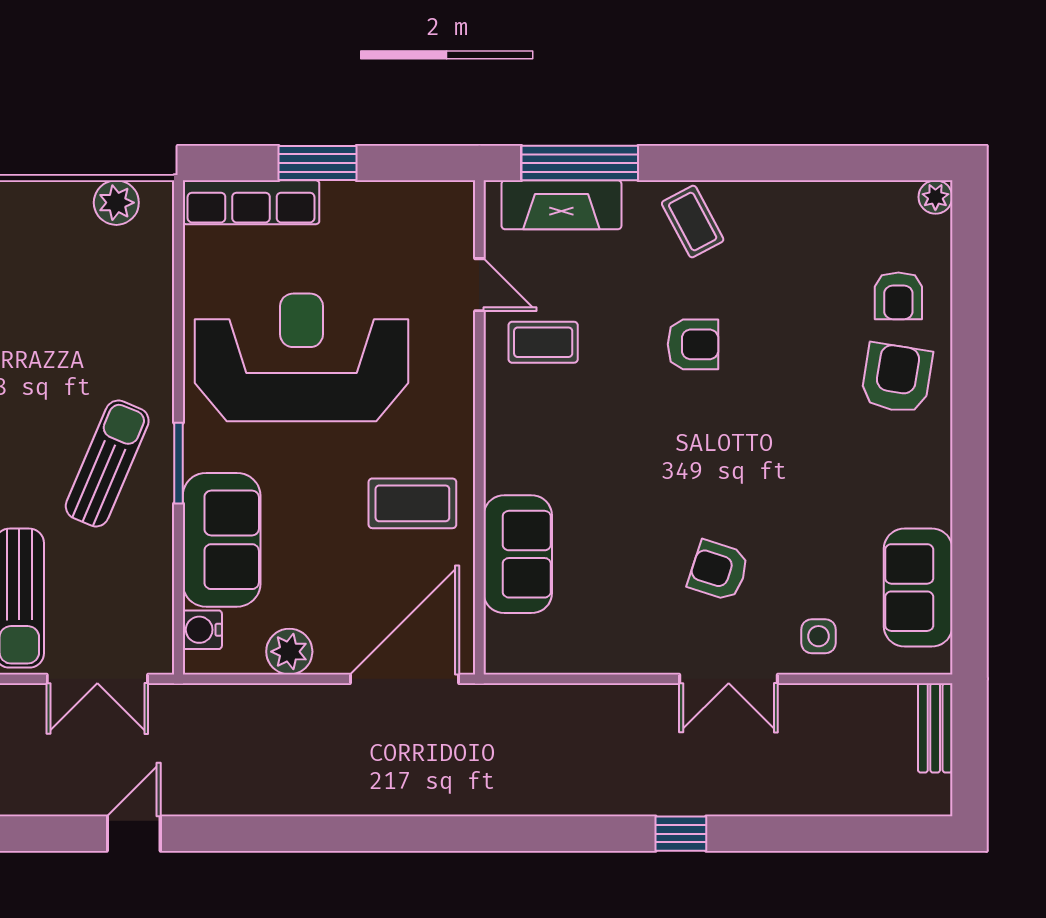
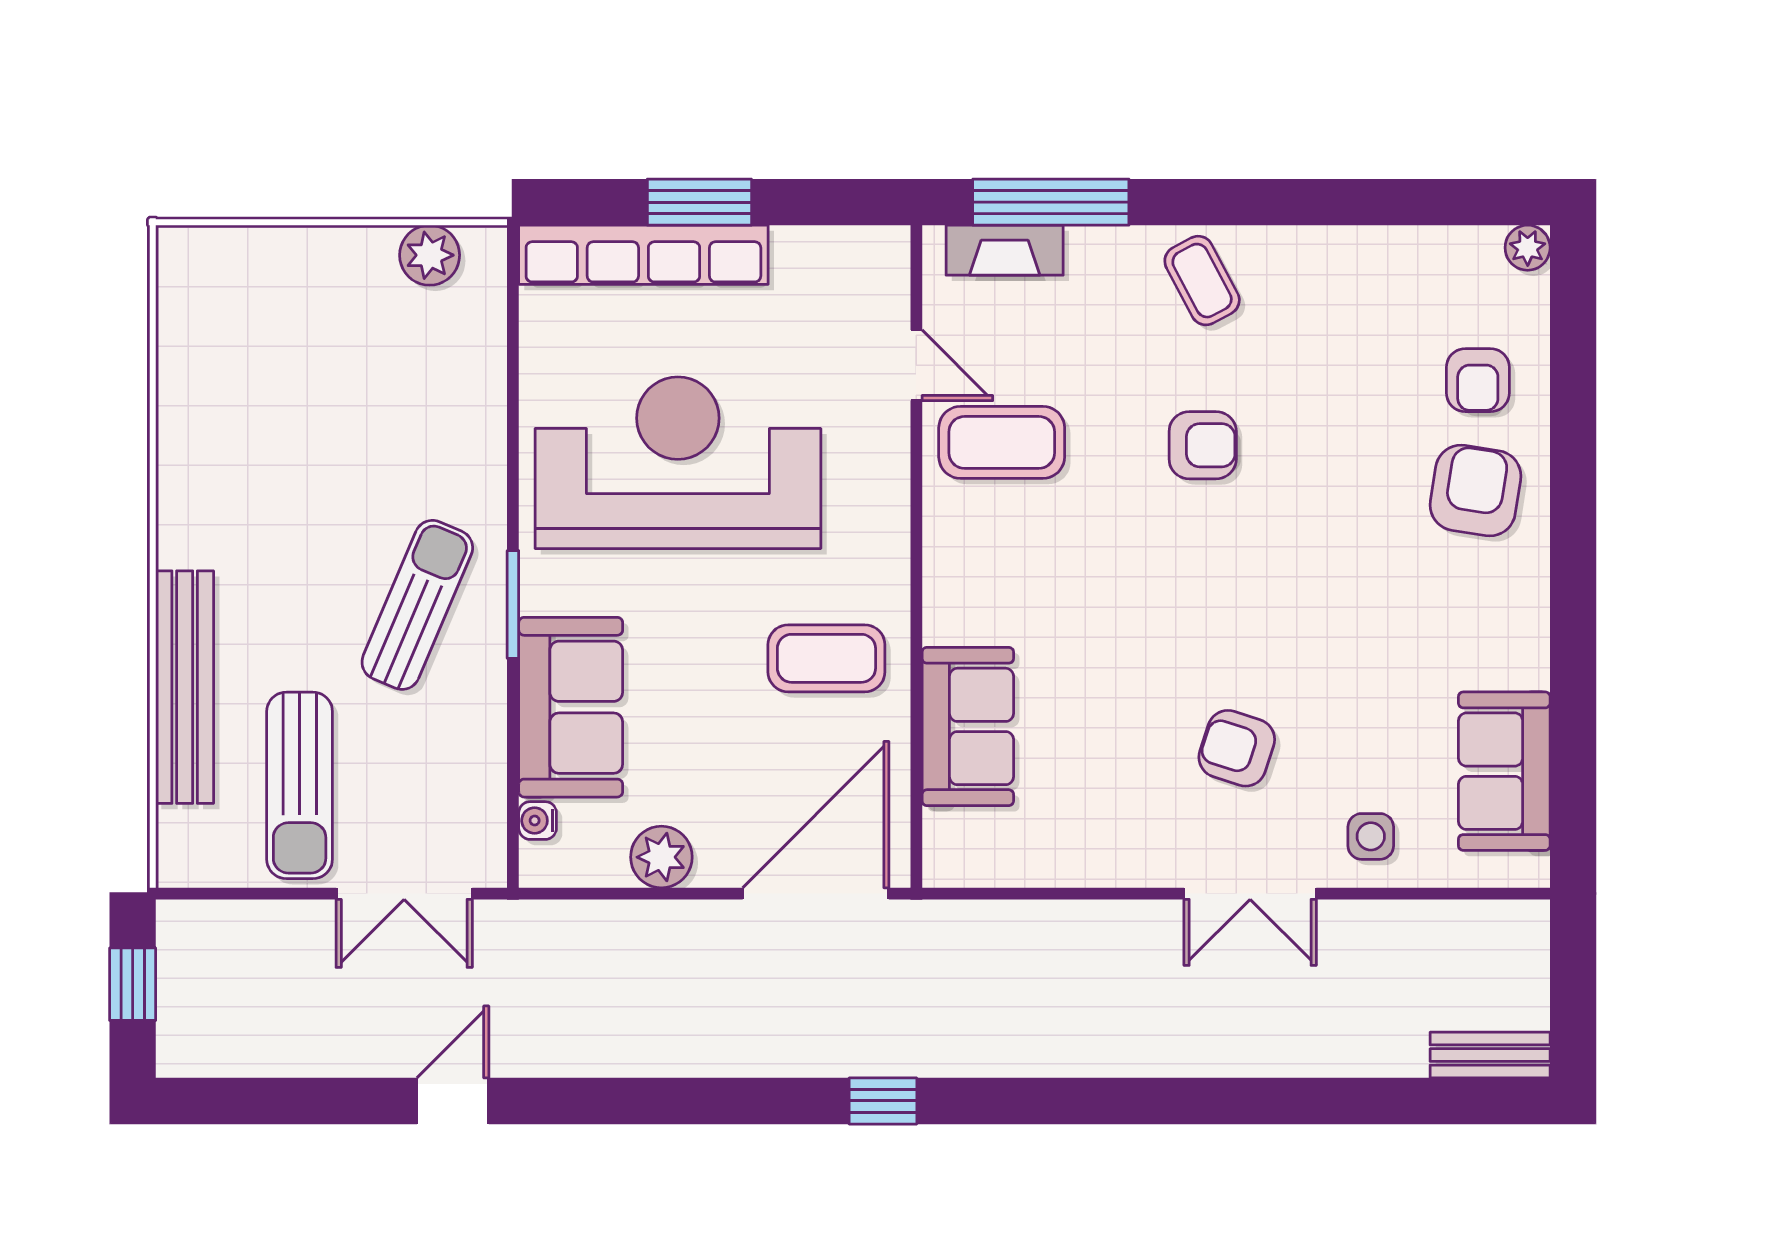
row of seats: (251, 202) -> (643, 255), width x1.36
fireplace: (561, 205) -> (1005, 250), width x0.73, depth x0.76
coffee table: (543, 342) -> (1002, 442), width x1.36, depth x1.30
water cooler: (202, 630) -> (538, 821), width x0.72, depth x0.72
bench: (935, 728) -> (1490, 1055), moved, turned 90
window: (681, 834) -> (883, 1101), moved

